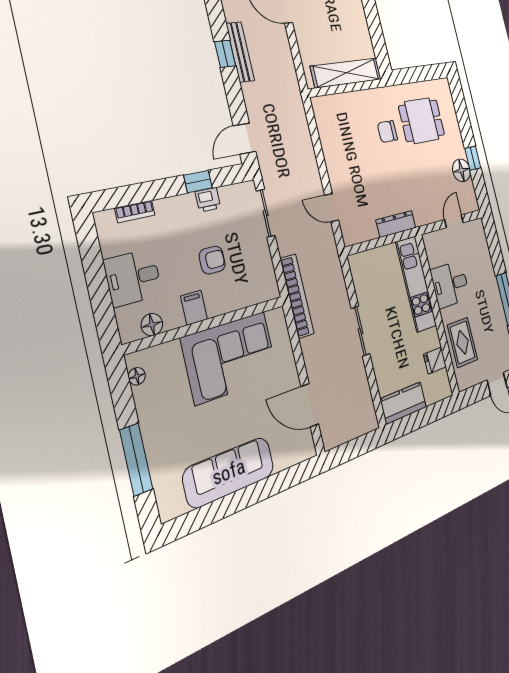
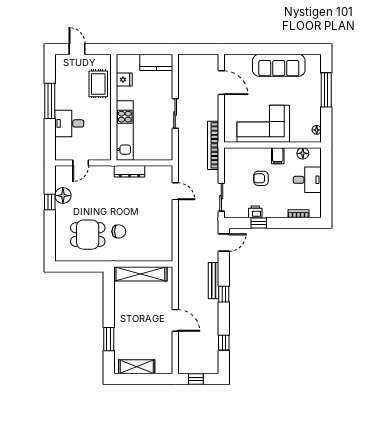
bench: (240, 52) -> (214, 281), moved
desk: (450, 284) -> (69, 123), moved, turned 180

